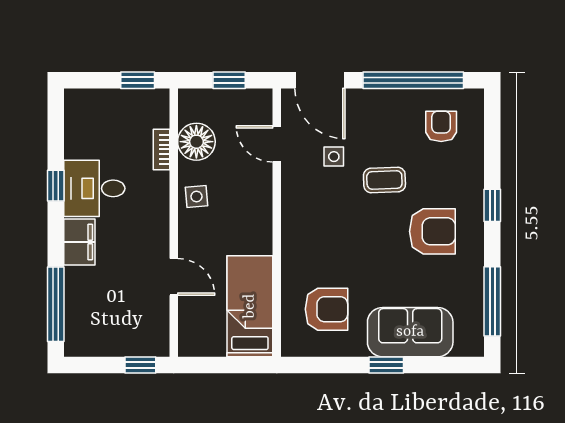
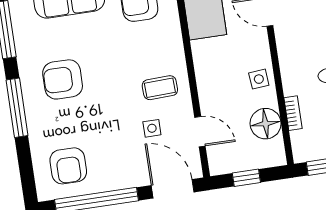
armchair: (441, 126) -> (68, 166), width x1.38, depth x1.38
coffee table: (384, 180) -> (160, 88), moved
window: (492, 205) -> (17, 108), width x2.17

